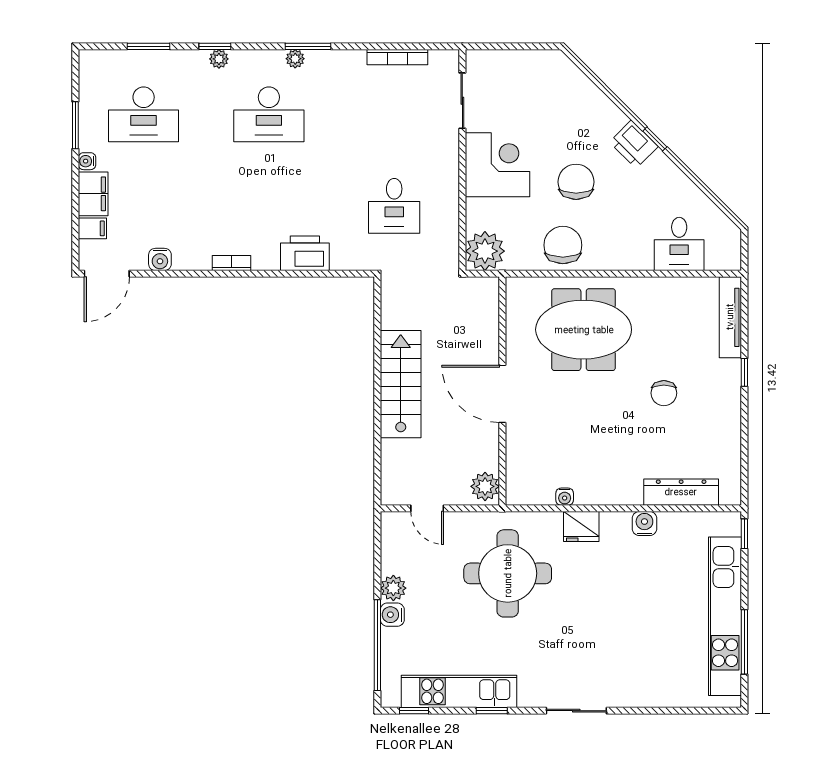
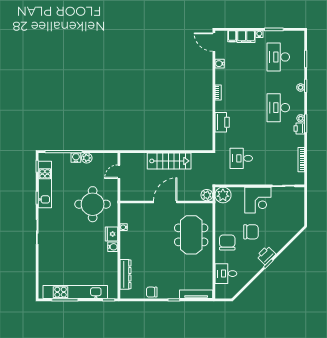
printer: (320, 62) -> (299, 129), added
chair: (563, 245) -> (227, 242), moved, turned -90
chair: (664, 393) -> (152, 292), moved
plant: (485, 486) -> (207, 195), moved
water cooler: (644, 523) -> (113, 247), moved

